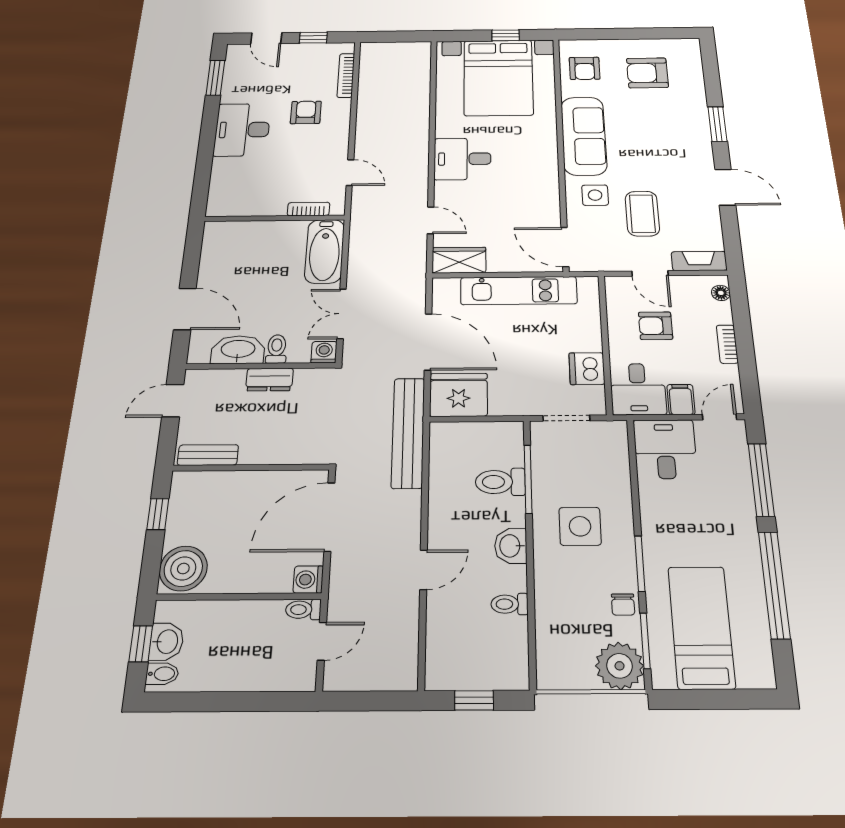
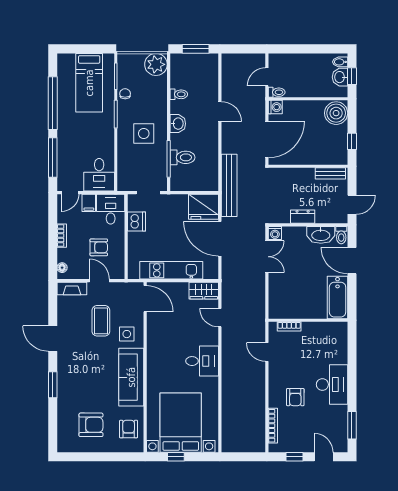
bathtub: (325, 251) -> (338, 297), moved, turned 180
toilet: (276, 349) -> (341, 235), moved
door: (423, 570) -> (220, 112), swing flipped
plant: (620, 666) -> (156, 64), moved
window: (474, 700) -> (196, 49), width x1.50

